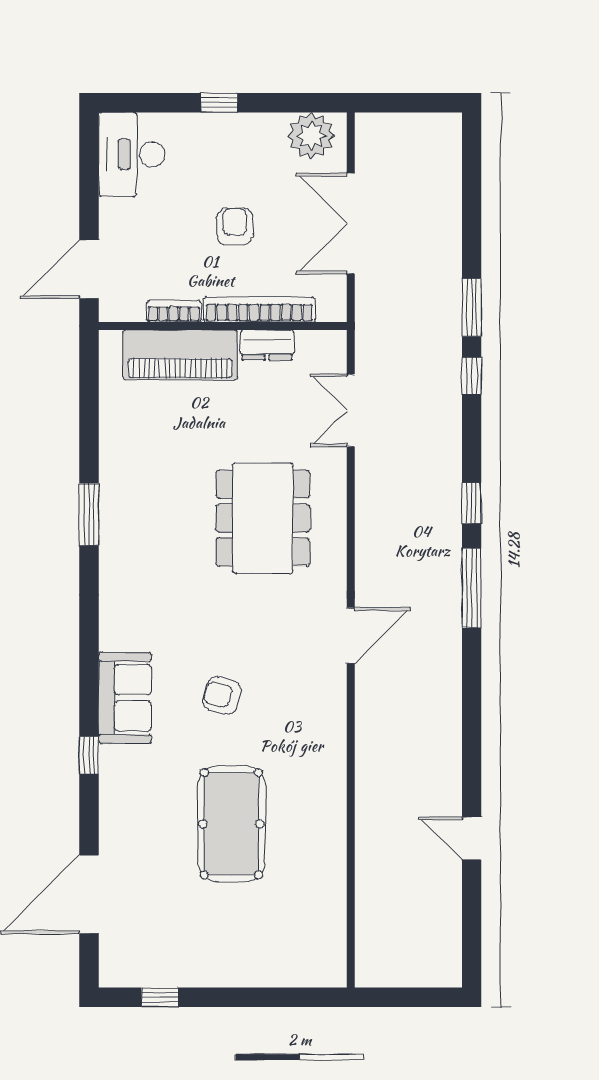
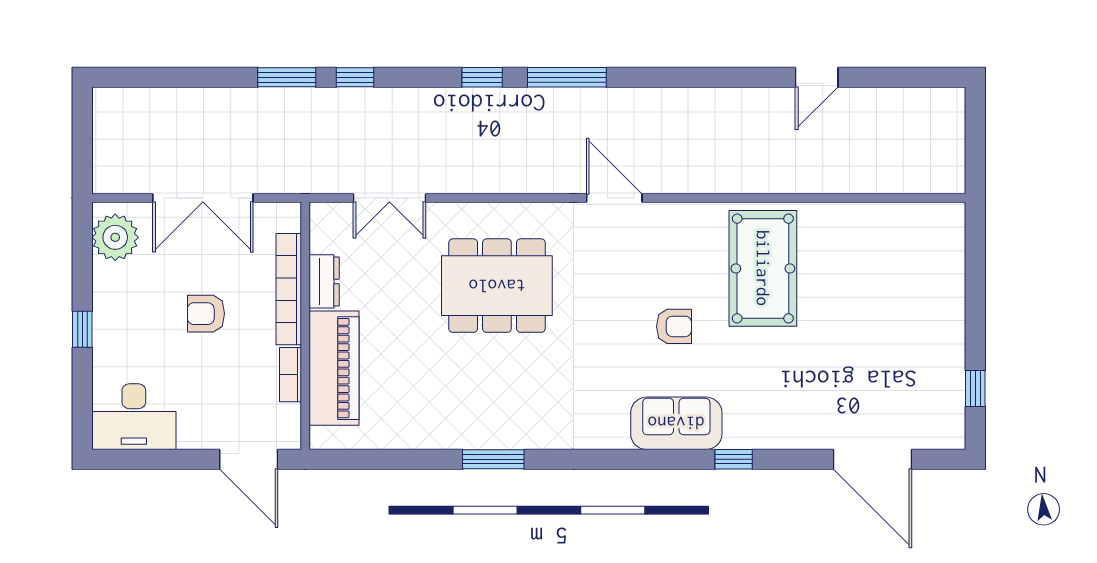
armchair: (222, 695) -> (674, 326), turned -106
pool table: (231, 824) -> (763, 268), moved, turned 90

